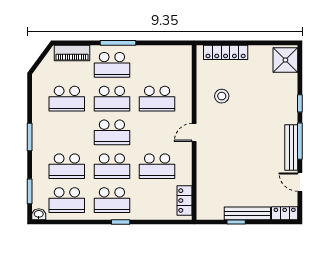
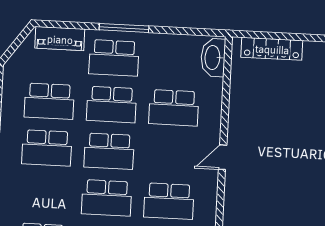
washbasin: (184, 61) -> (213, 58), added
stool: (222, 96) -> (263, 109), removed
school desk: (67, 166) -> (47, 148), moved

